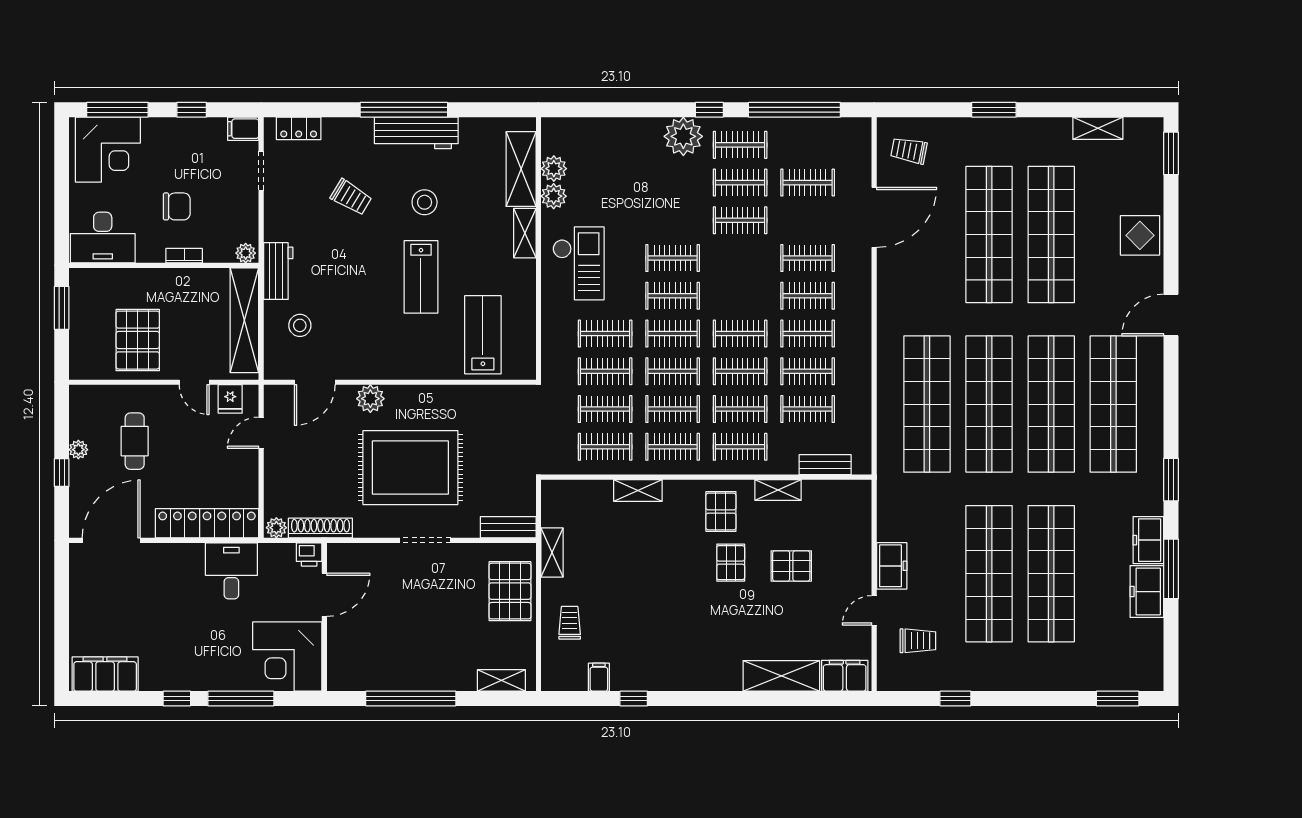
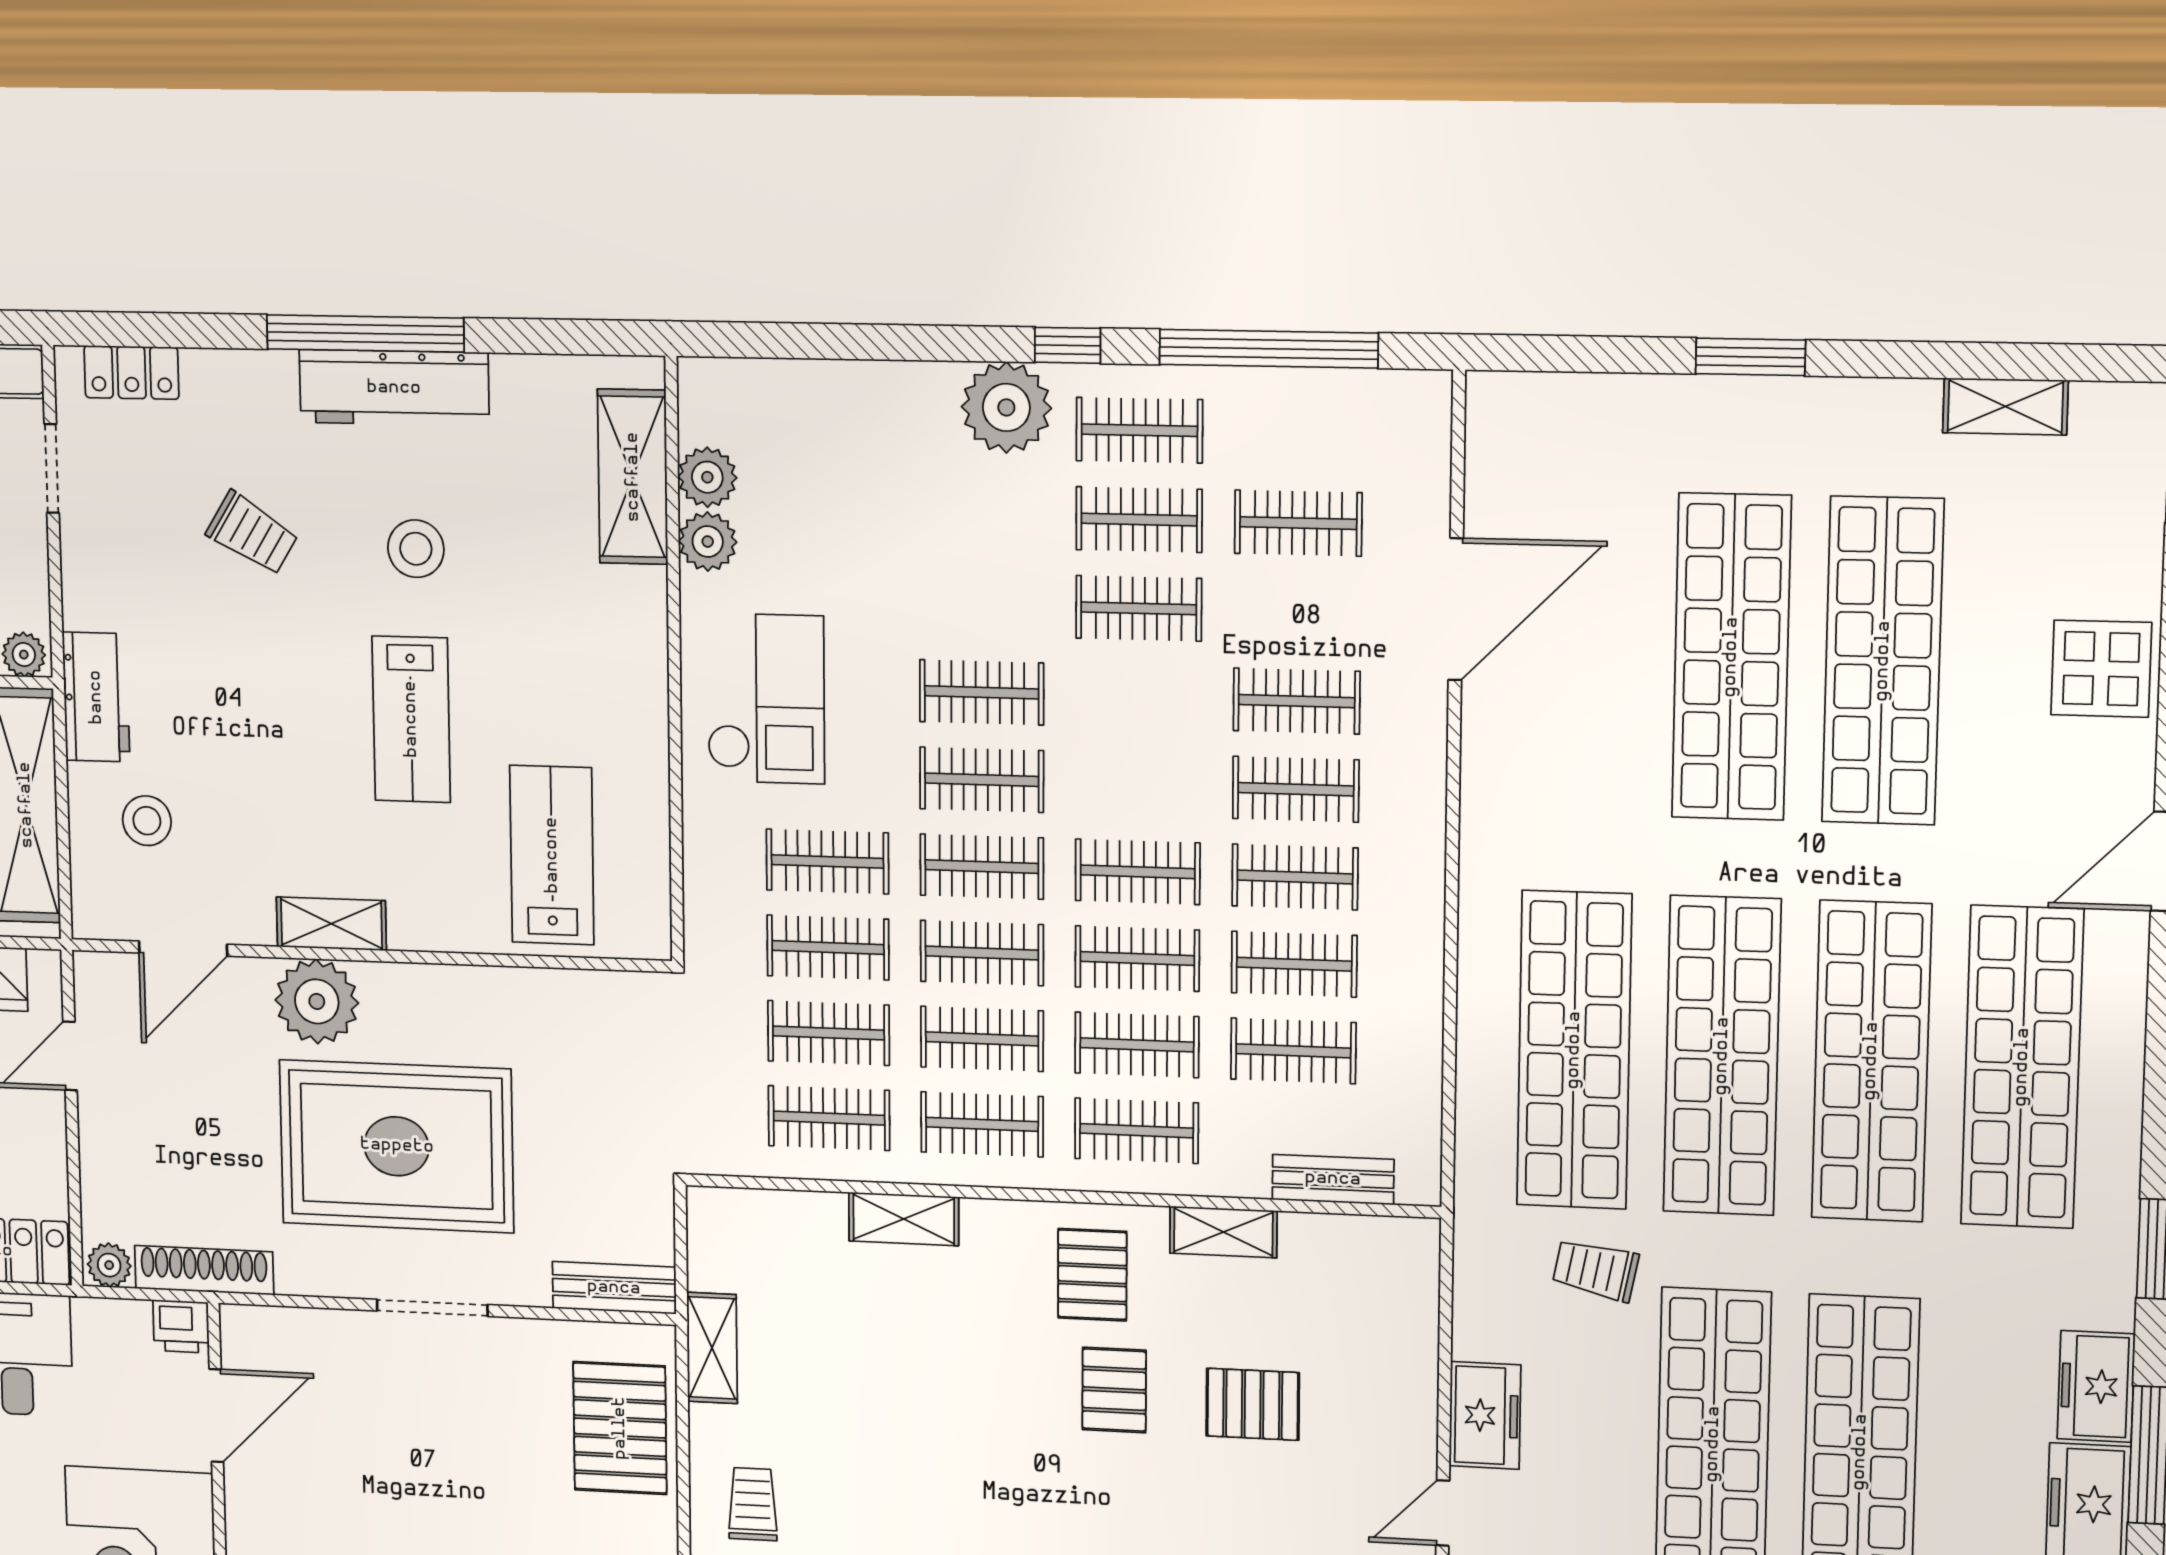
trolley: (909, 151) -> (1596, 1270), moved
shelving: (525, 233) -> (331, 924), moved, turned 90
plant: (370, 399) -> (317, 1001), width x1.36, depth x1.36

